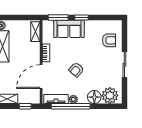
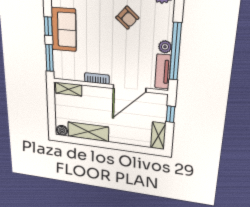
sofa: (69, 29) -> (64, 30), moved
armchair: (76, 70) -> (127, 18), moved
door: (41, 77) -> (129, 88), hinge flipped
floor lamp: (94, 97) -> (163, 15), removed

